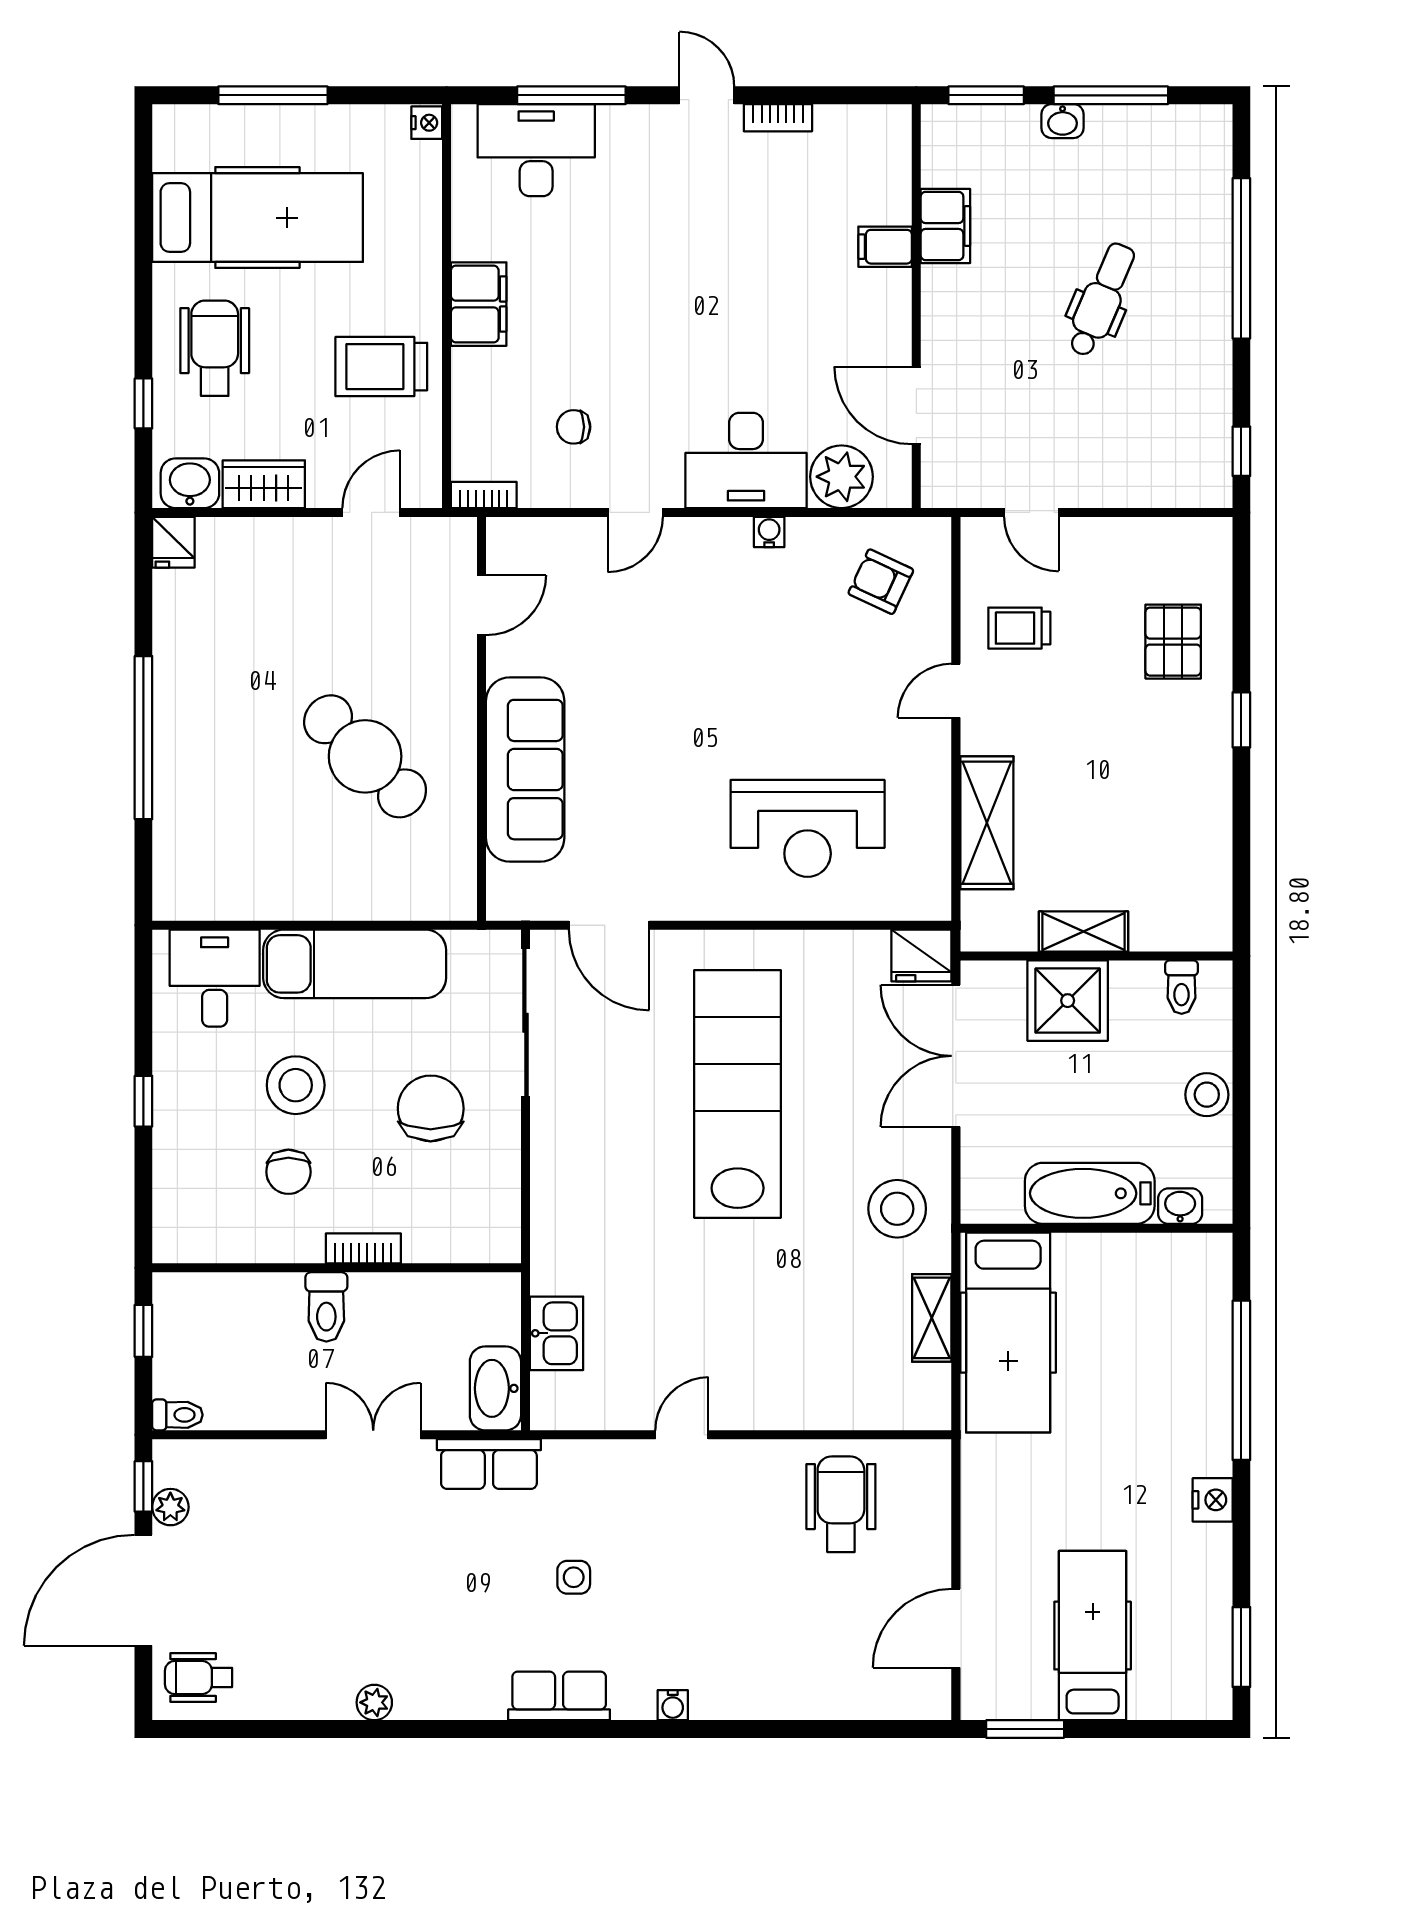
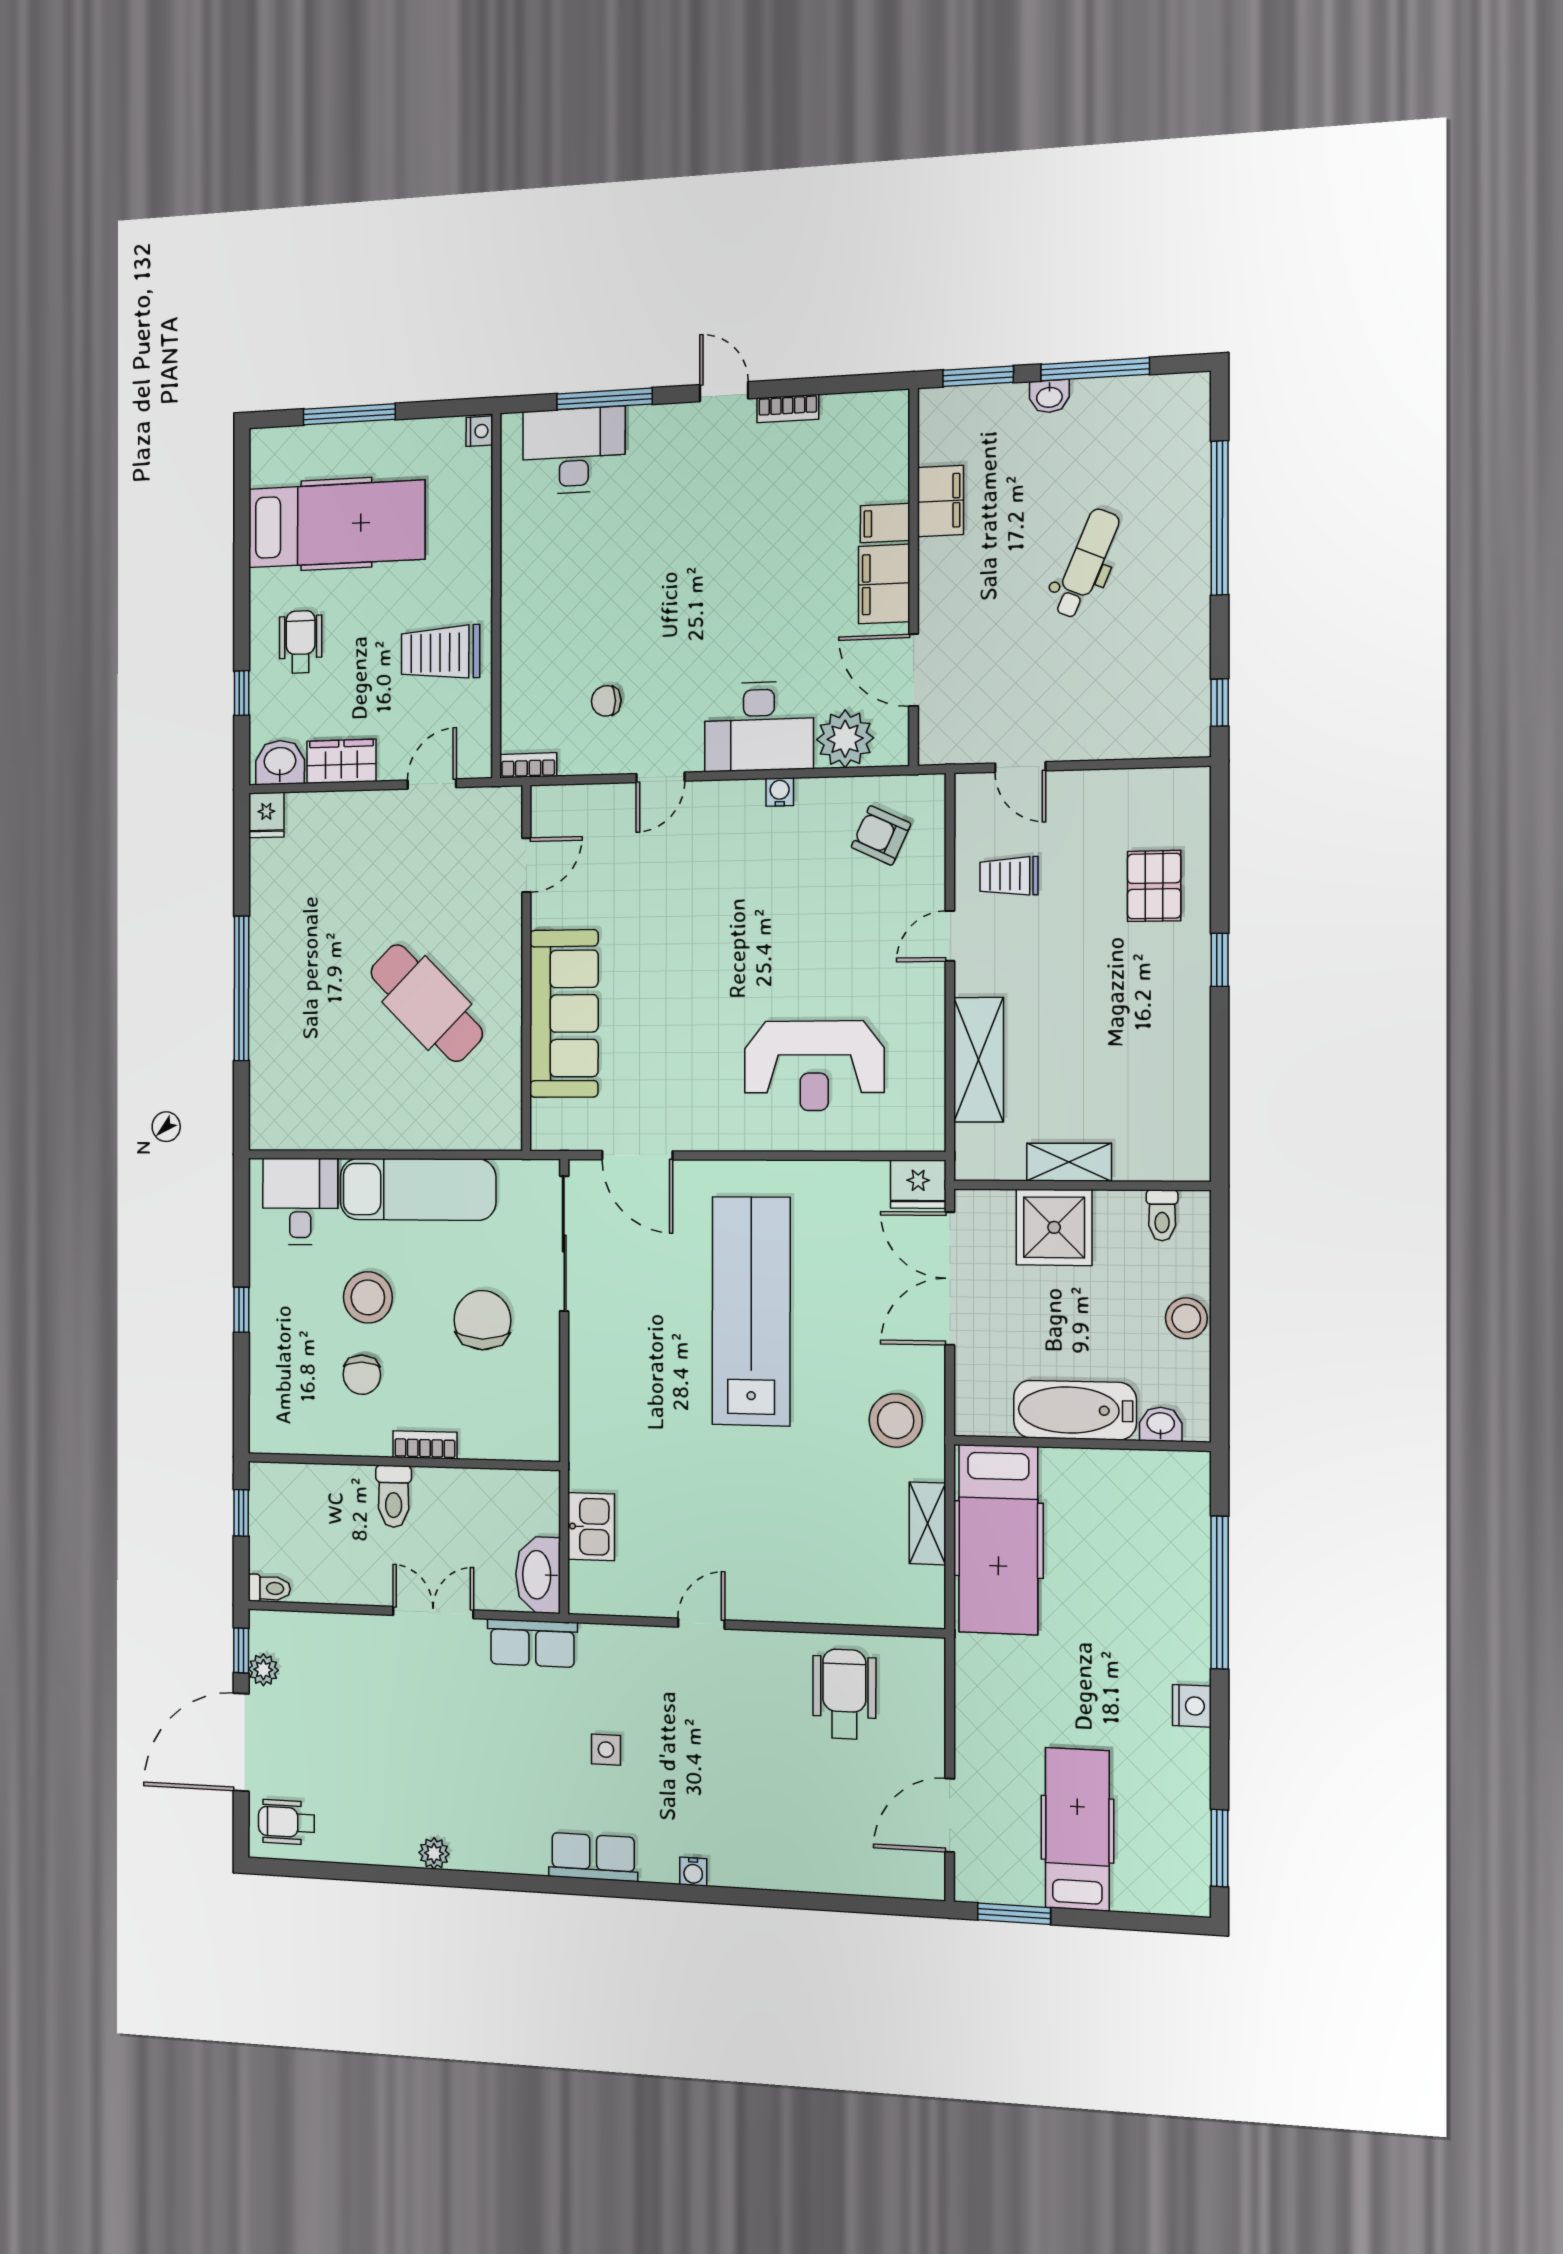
filing cabinet: (479, 304) -> (884, 584), moved, turned 180
wheelchair: (215, 348) -> (301, 642), width x0.73, depth x0.73

